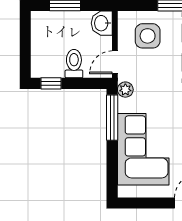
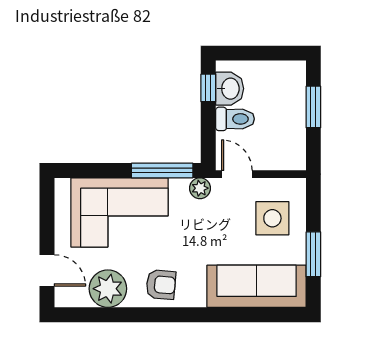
washbasin: (102, 23) -> (230, 89), moved, turned 90

